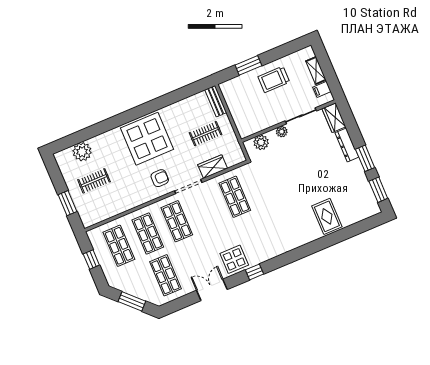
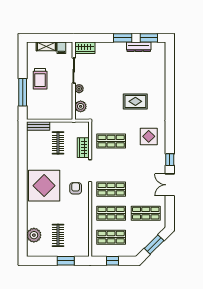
window: (248, 65) -> (23, 92), width x1.44
dresser: (347, 145) -> (139, 47), moved
rug: (327, 216) -> (135, 101), moved
display table: (234, 259) -> (149, 136), moved
window: (255, 272) -> (170, 160), moved

